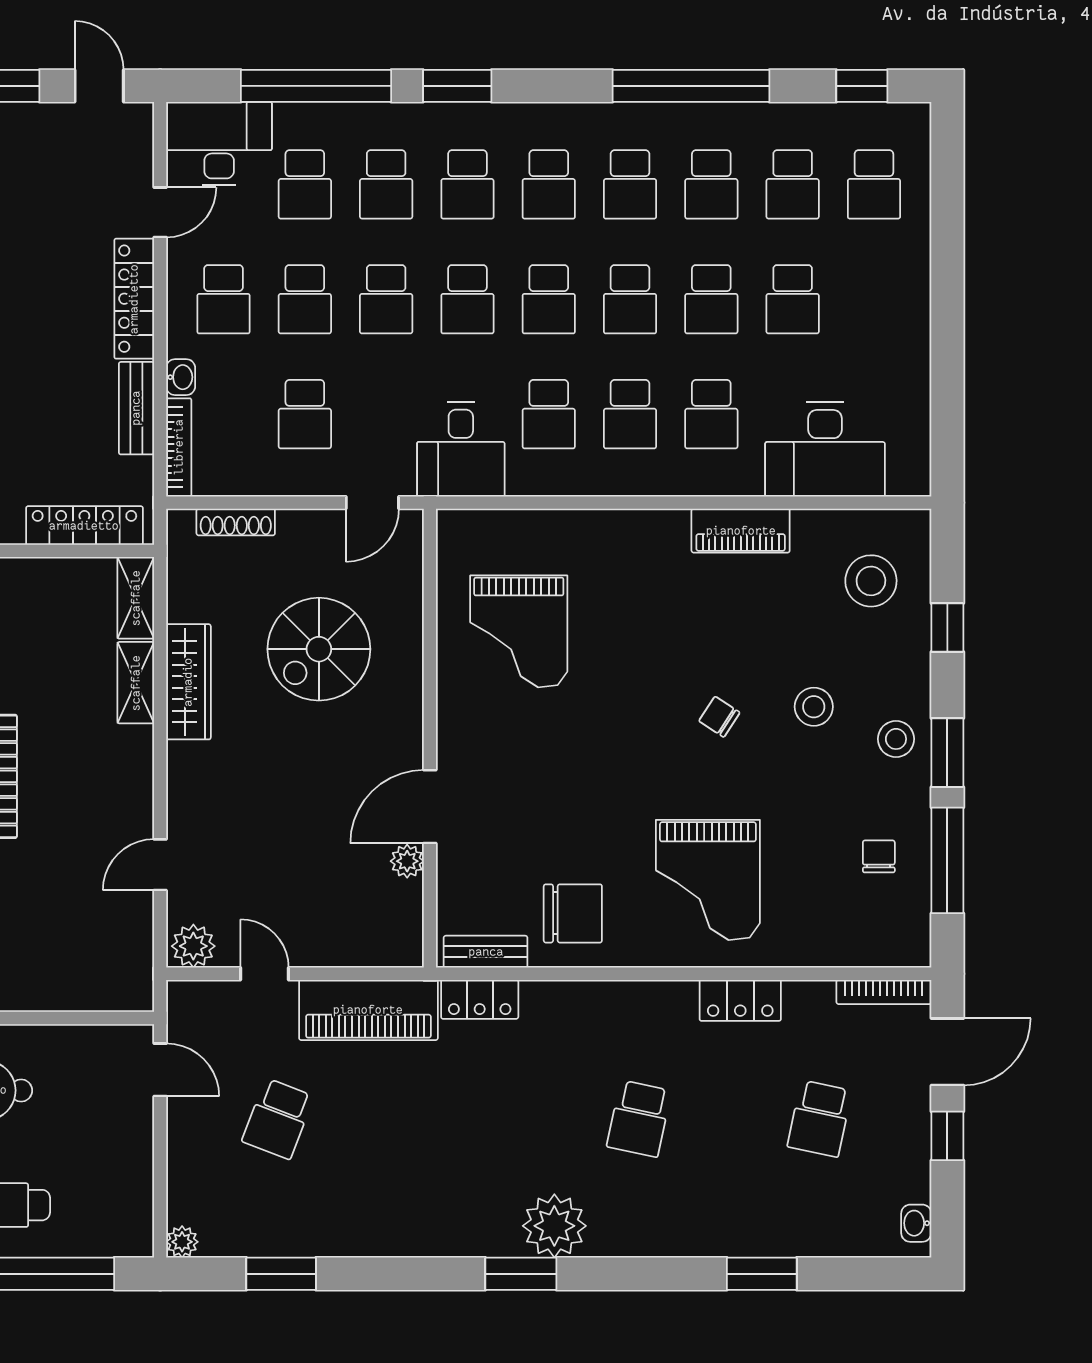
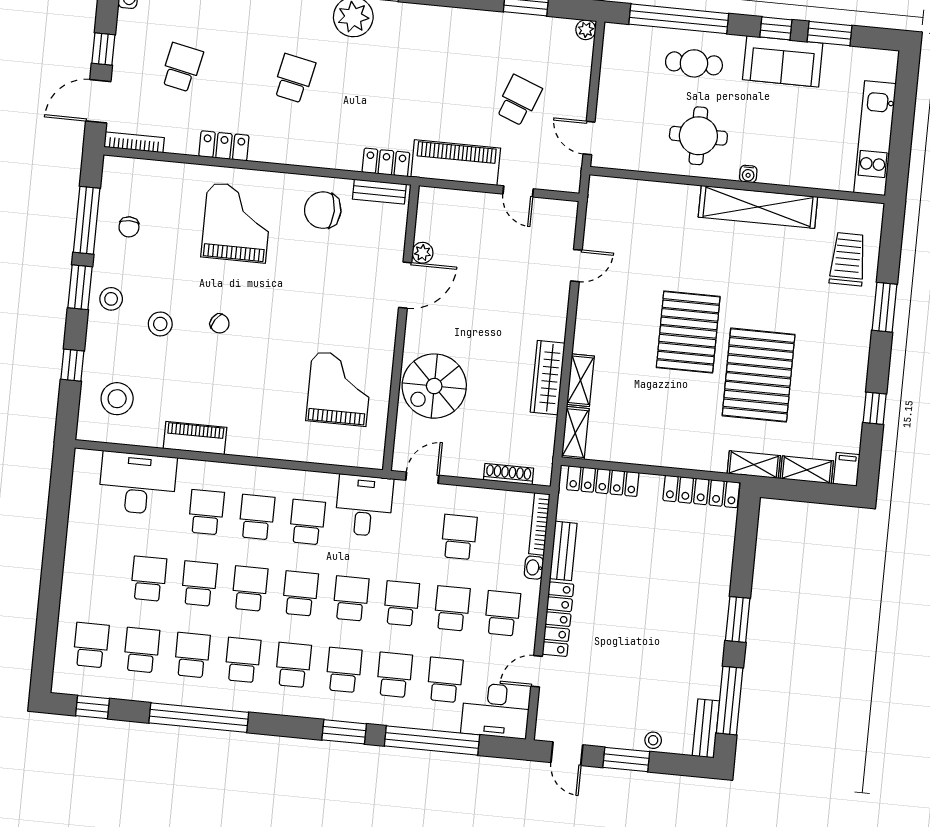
spiral stairs: (319, 649) -> (434, 386), moved, turned 180
plant: (193, 946) -> (561, 213), removed

